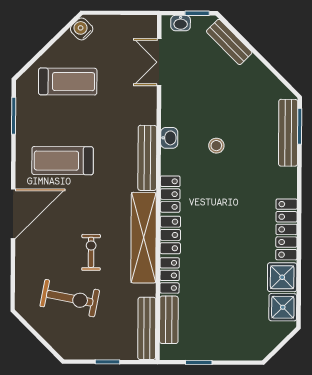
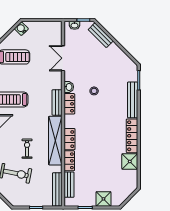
double door: (159, 62) -> (63, 58), moved
bench: (288, 133) -> (133, 100), moved
bench: (147, 158) -> (57, 102), width x0.73
locker: (170, 194) -> (69, 104), moved
shower: (283, 307) -> (103, 199), moved

